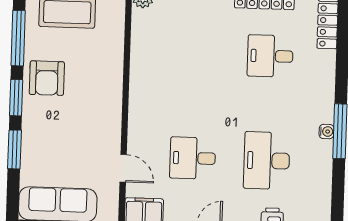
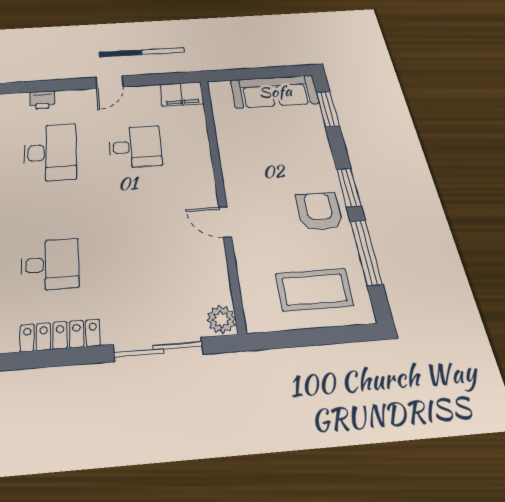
window: (14, 149) -> (328, 109), moved
door: (123, 168) -> (225, 222), moved

